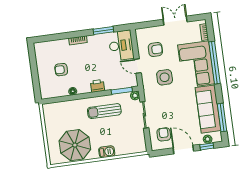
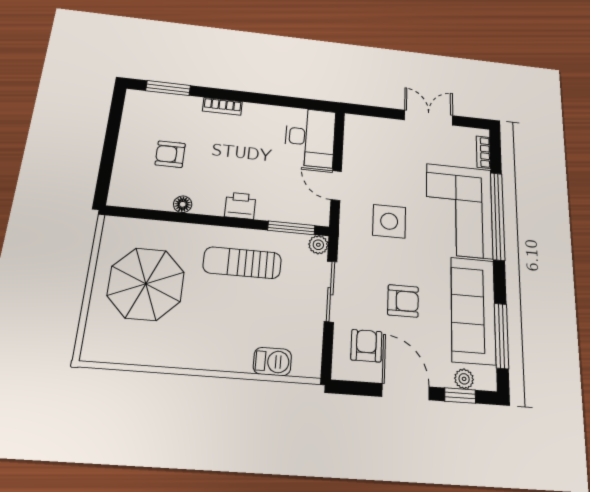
window: (103, 30) -> (168, 88), moved
armchair: (155, 49) -> (403, 301), moved
parasol: (75, 145) -> (146, 284), moved
barbecue: (107, 152) -> (272, 362), moved

